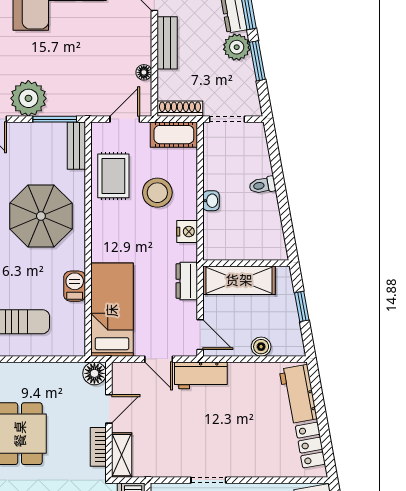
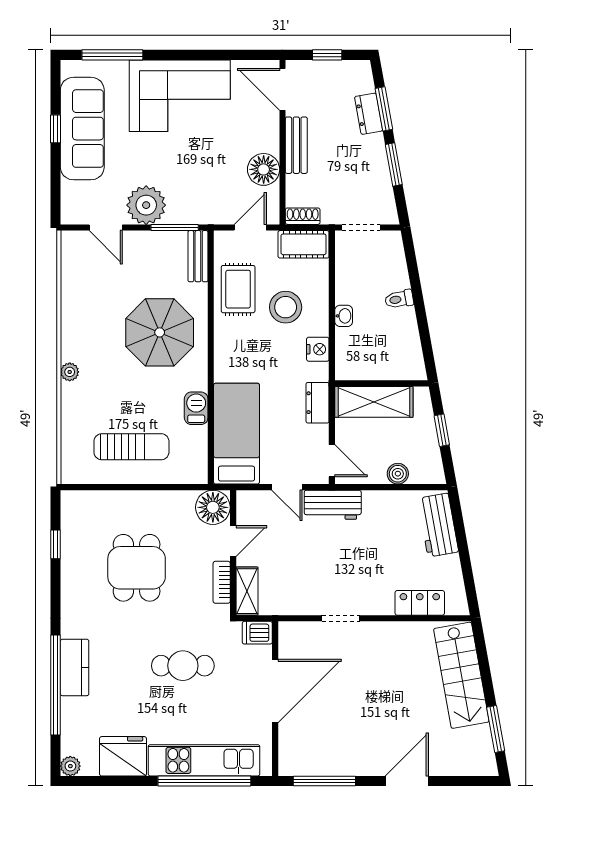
plant: (237, 47) -> (371, 150), removed
floor lamp: (144, 72) -> (264, 169), width x1.89, depth x1.89
shoe rack: (180, 109) -> (303, 216), width x0.70
floor lamp: (94, 373) -> (213, 507), width x1.38, depth x1.38
locker: (310, 445) -> (420, 603), moved, turned 100

